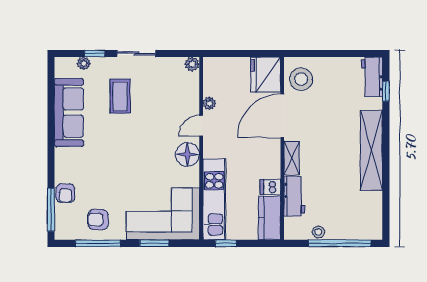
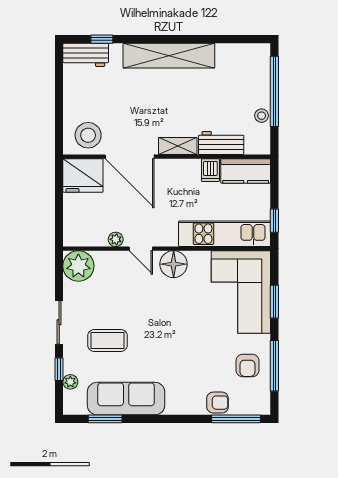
plant: (192, 64) -> (78, 266), width x1.88, depth x1.88
window: (51, 94) -> (105, 419), added

